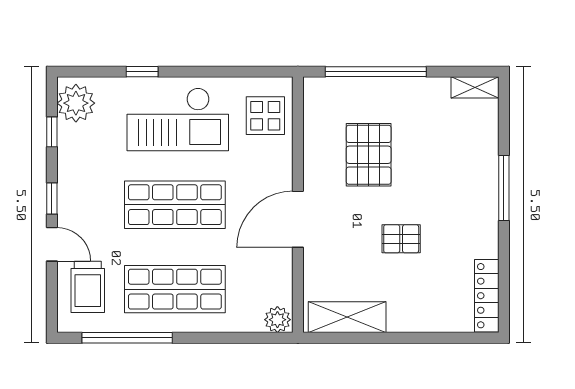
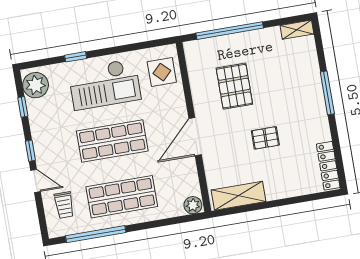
trolley: (88, 287) -> (64, 205), width x0.73, depth x0.72

